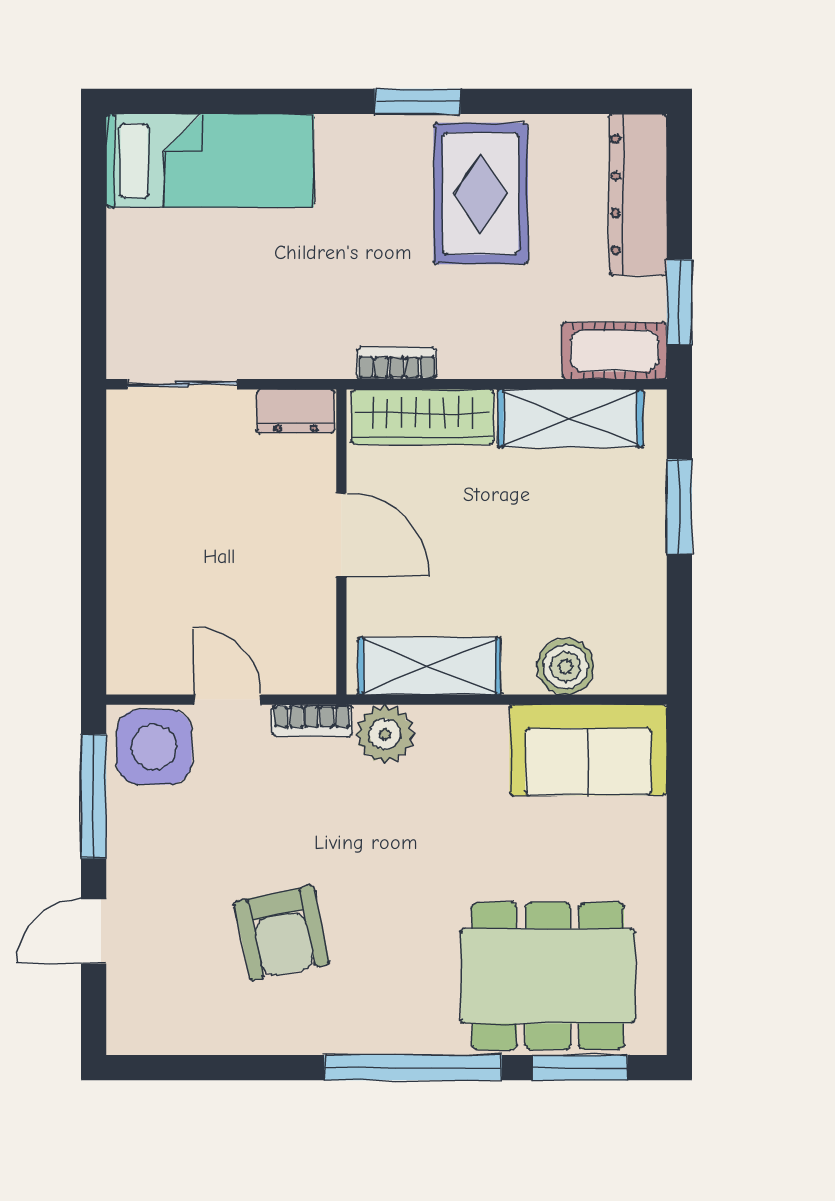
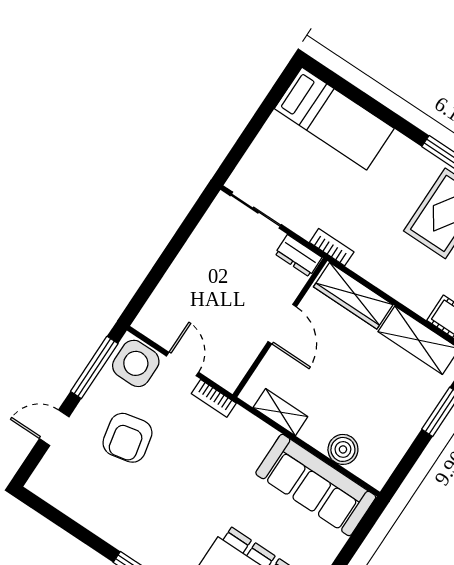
bookcase: (397, 363) -> (332, 247), moved
shelving: (430, 666) -> (280, 412), width x0.67, depth x0.75
plant: (385, 734) -> (243, 426), removed
sofa: (588, 750) -> (316, 485), width x1.36
armchair: (282, 933) -> (127, 438), moved

